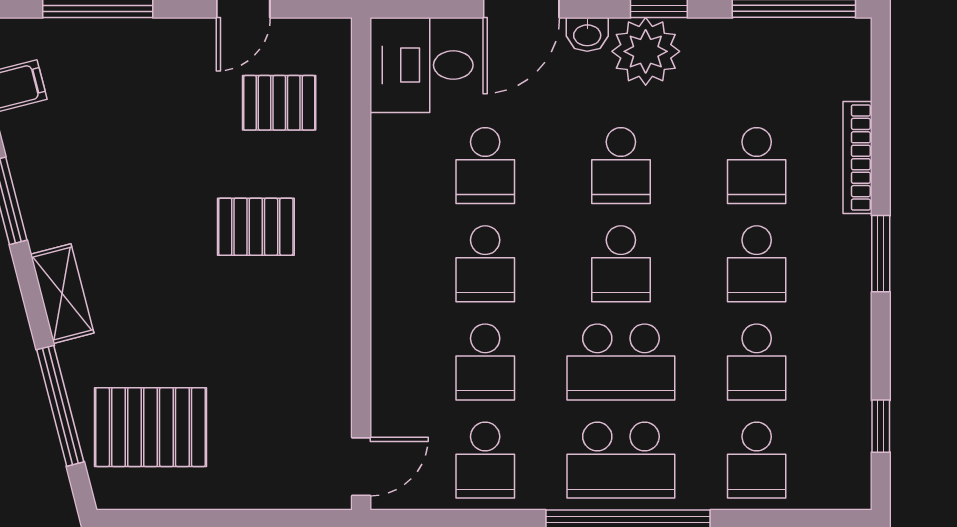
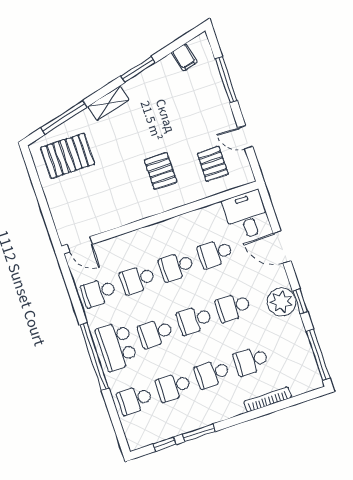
washbasin: (587, 34) -> (280, 276), removed
window: (881, 254) -> (199, 433), moved
school desk: (621, 362) -> (155, 333), width x0.54
pallet: (150, 427) -> (67, 156), turned 90

